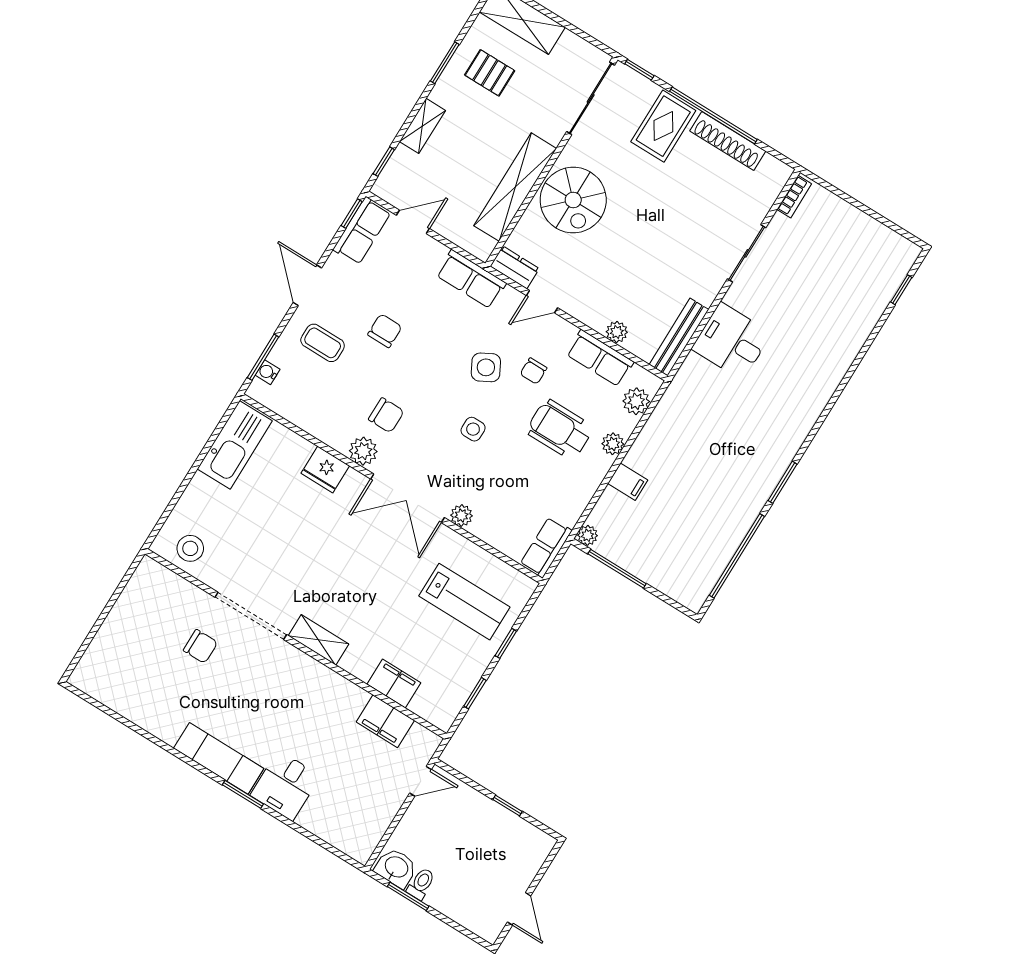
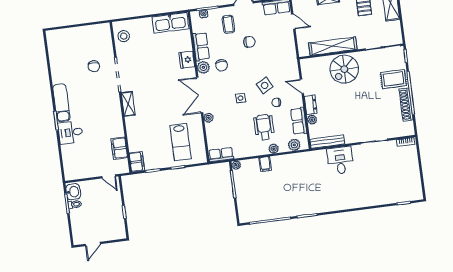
dresser: (515, 267) -> (311, 105), moved
row of seats: (471, 279) -> (201, 47), moved, turned 180
filing cabinet: (394, 684) -> (137, 162), moved

